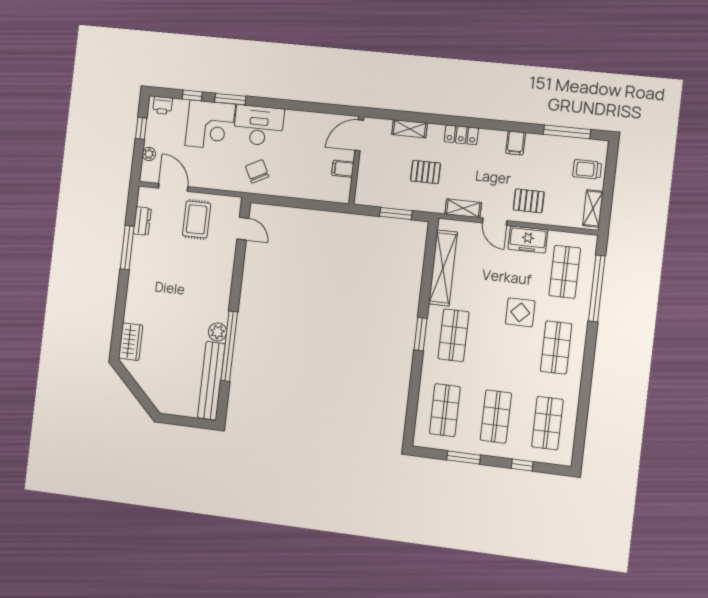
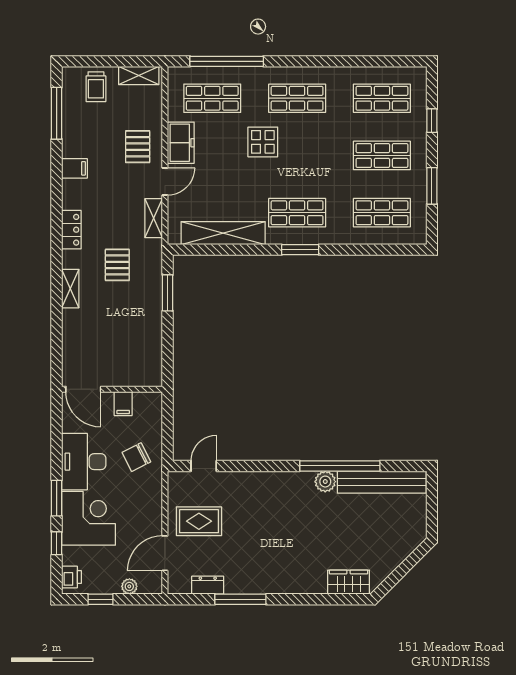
door: (359, 135) -> (83, 389), moved
wall: (356, 160) -> (112, 389), moved
filing cabinet: (343, 169) -> (123, 404), moved

